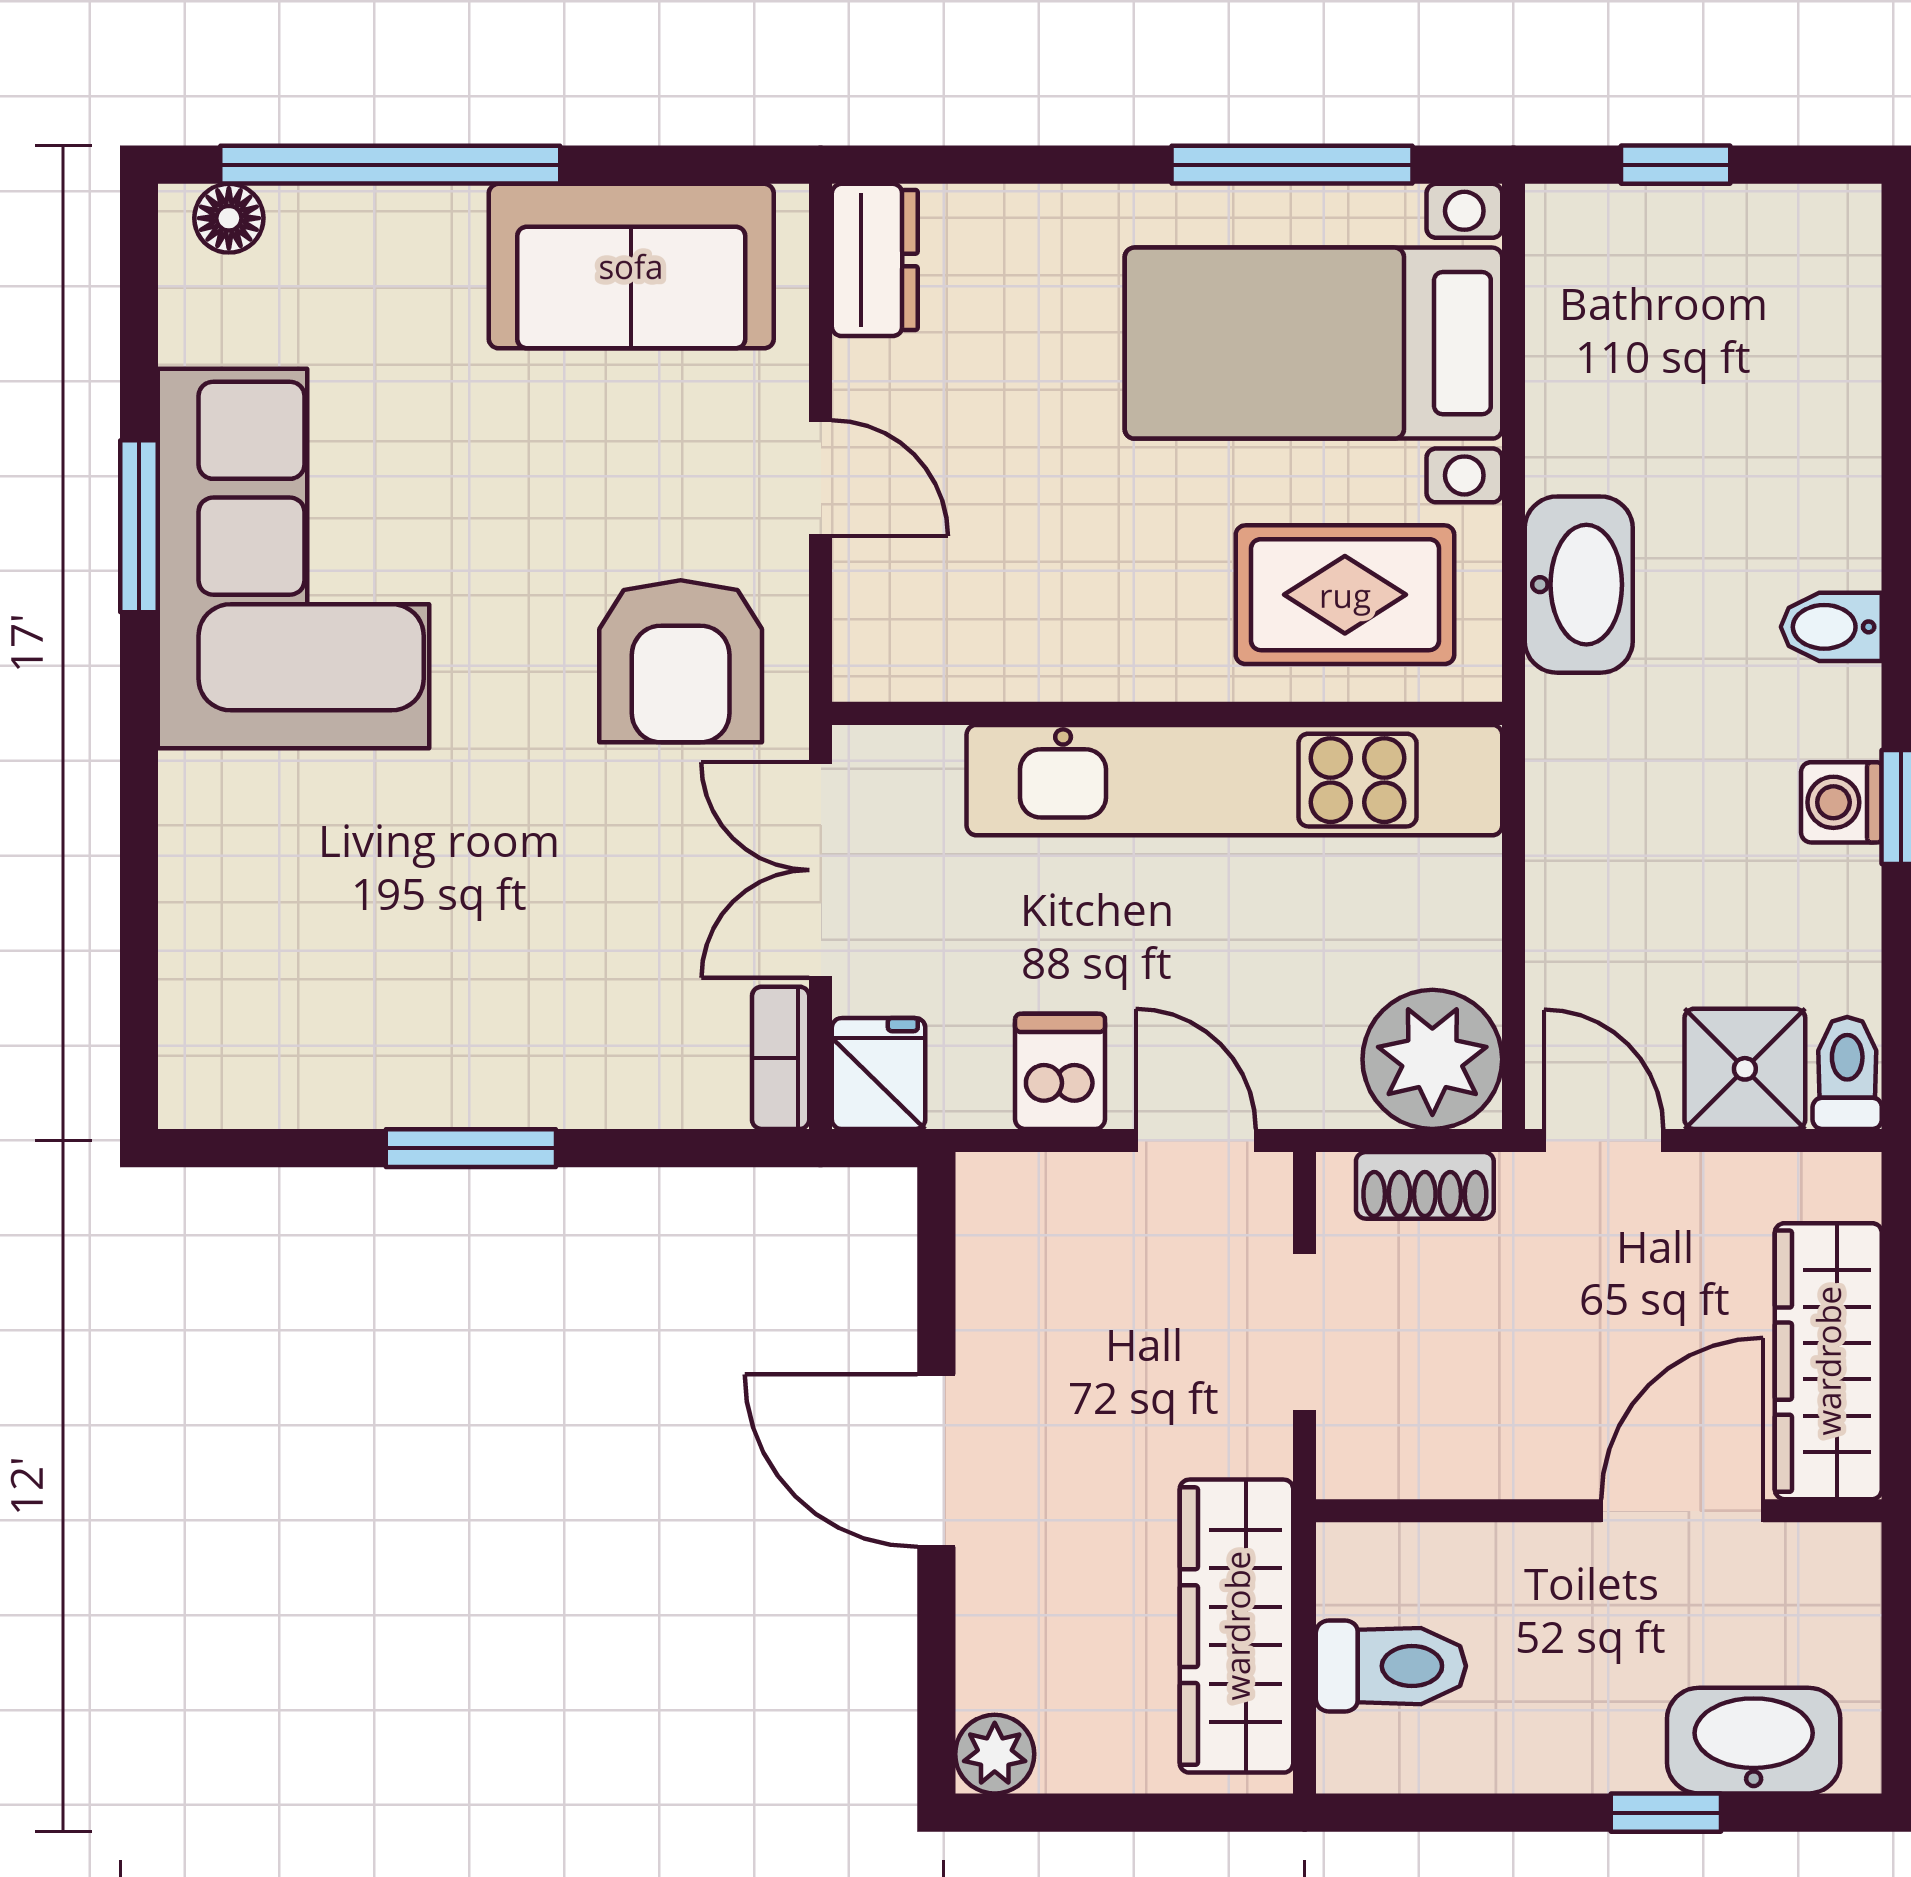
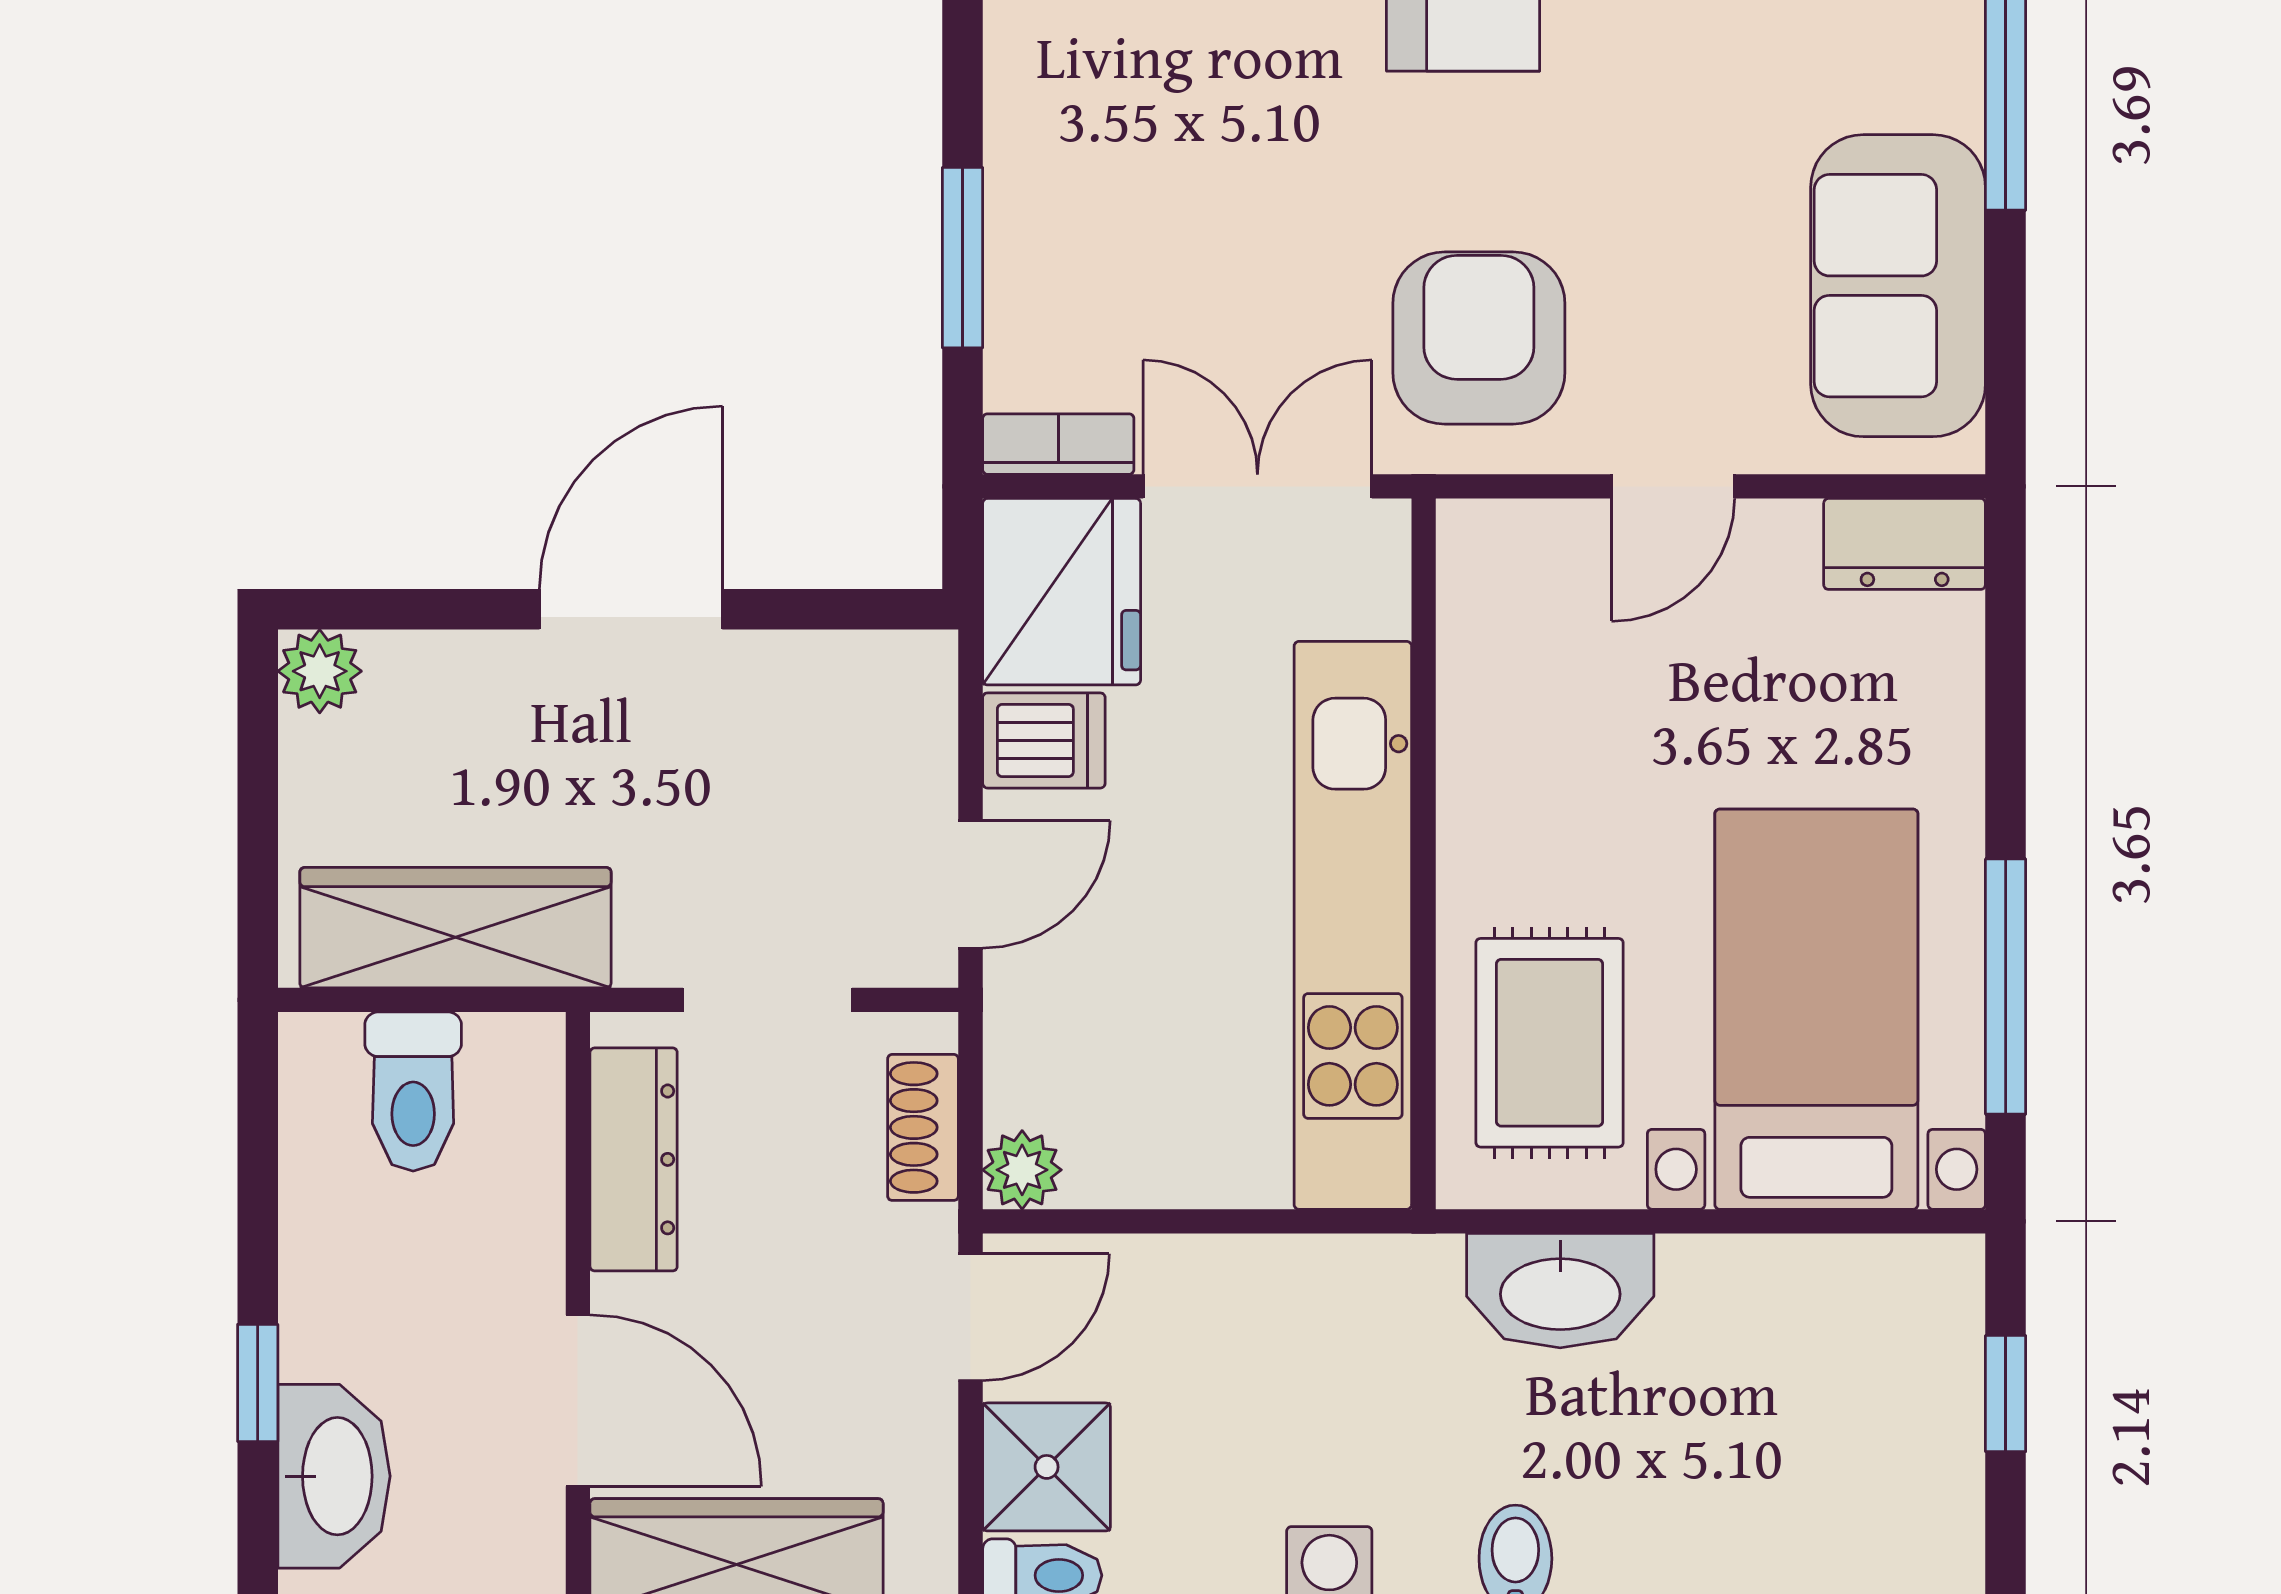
armchair: (681, 661) -> (1479, 338), turned 90
plant: (1432, 1059) -> (1022, 1170), width x0.53, depth x0.53
fridge: (879, 1074) -> (1062, 592), width x1.88, depth x1.34
window: (471, 1148) -> (962, 258), moved
dresser: (1455, 1458) -> (634, 1159), added

